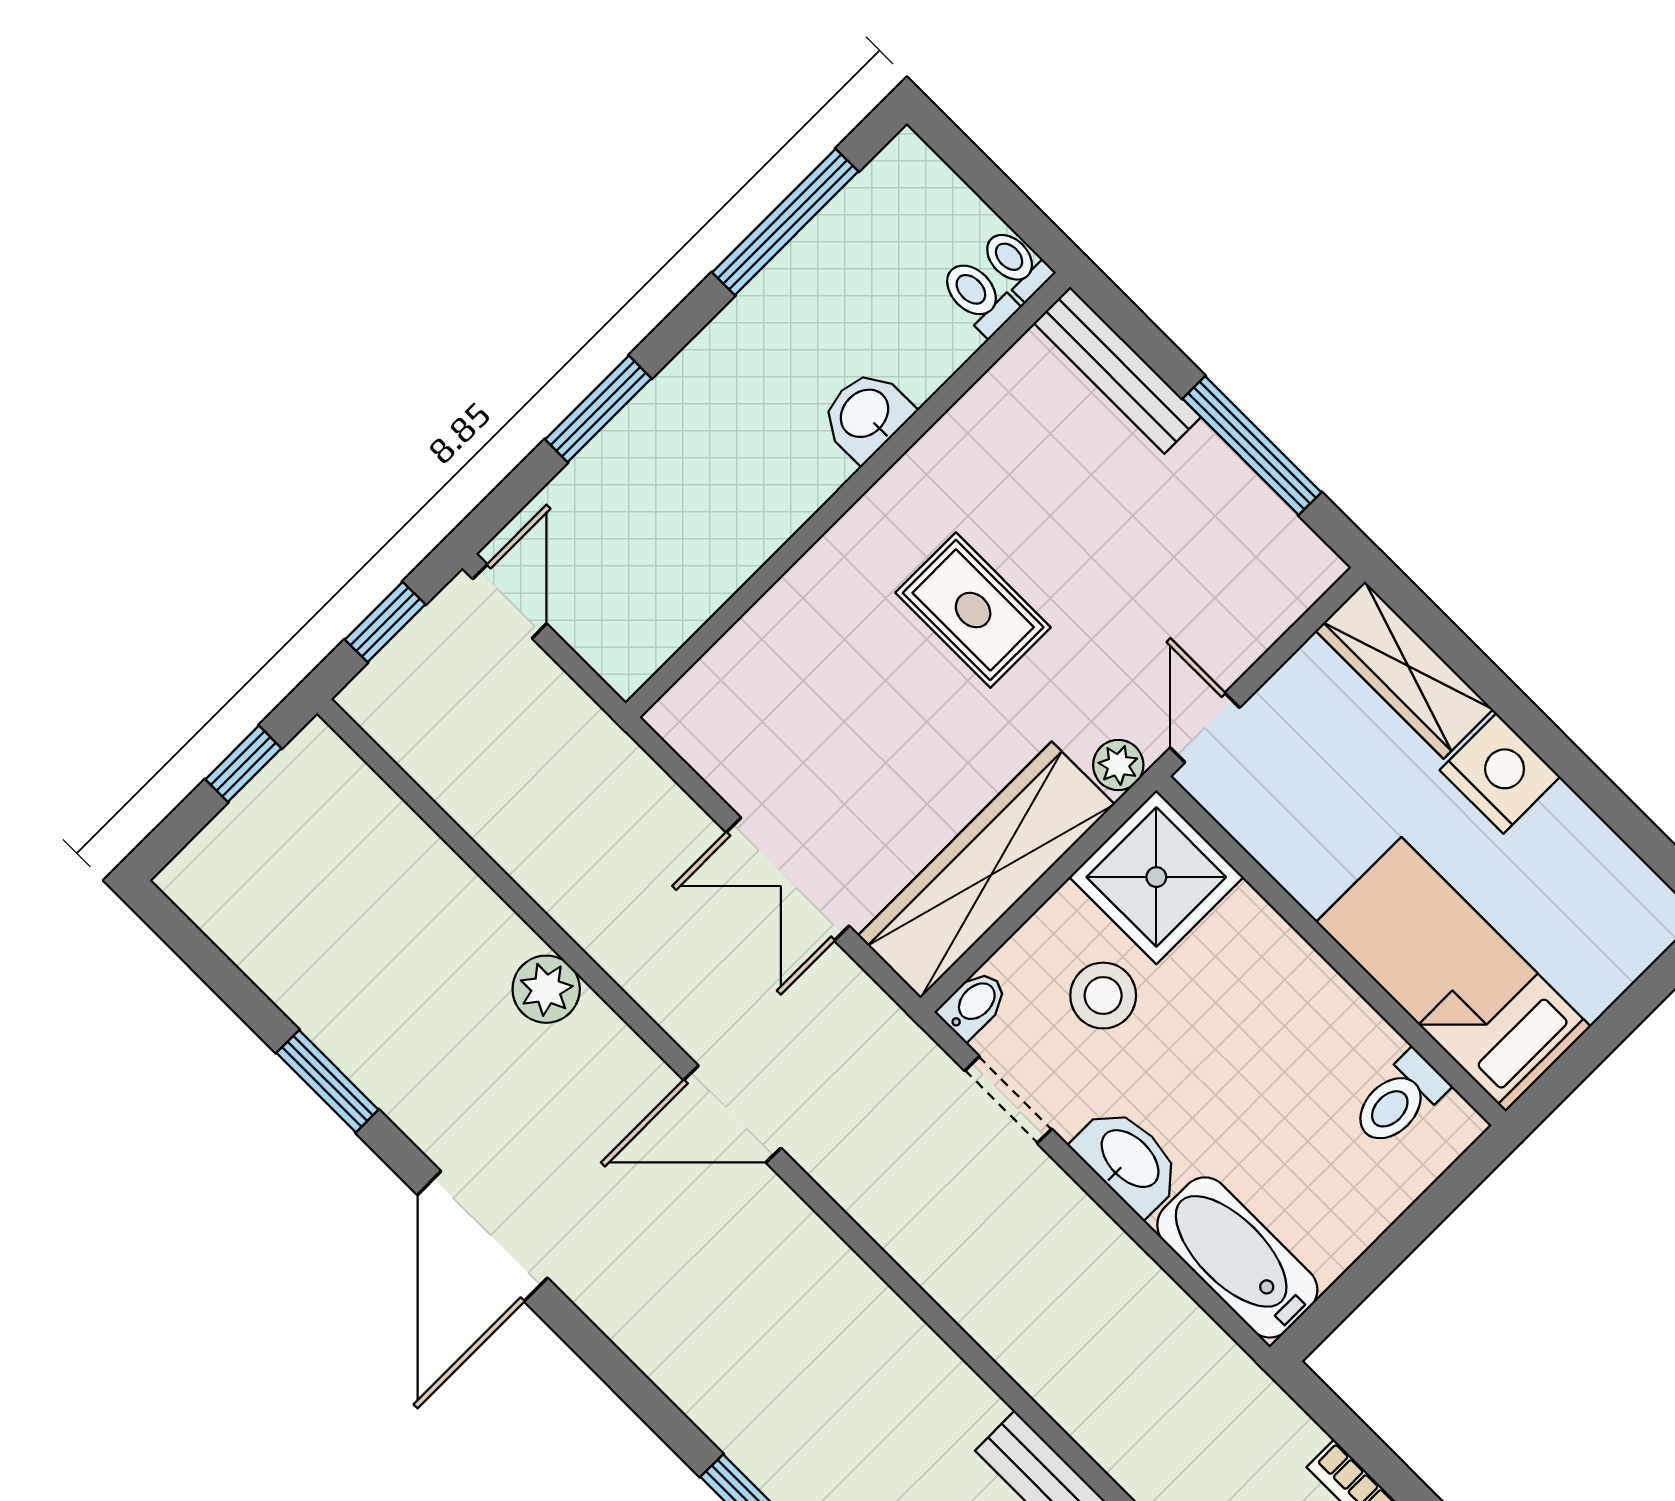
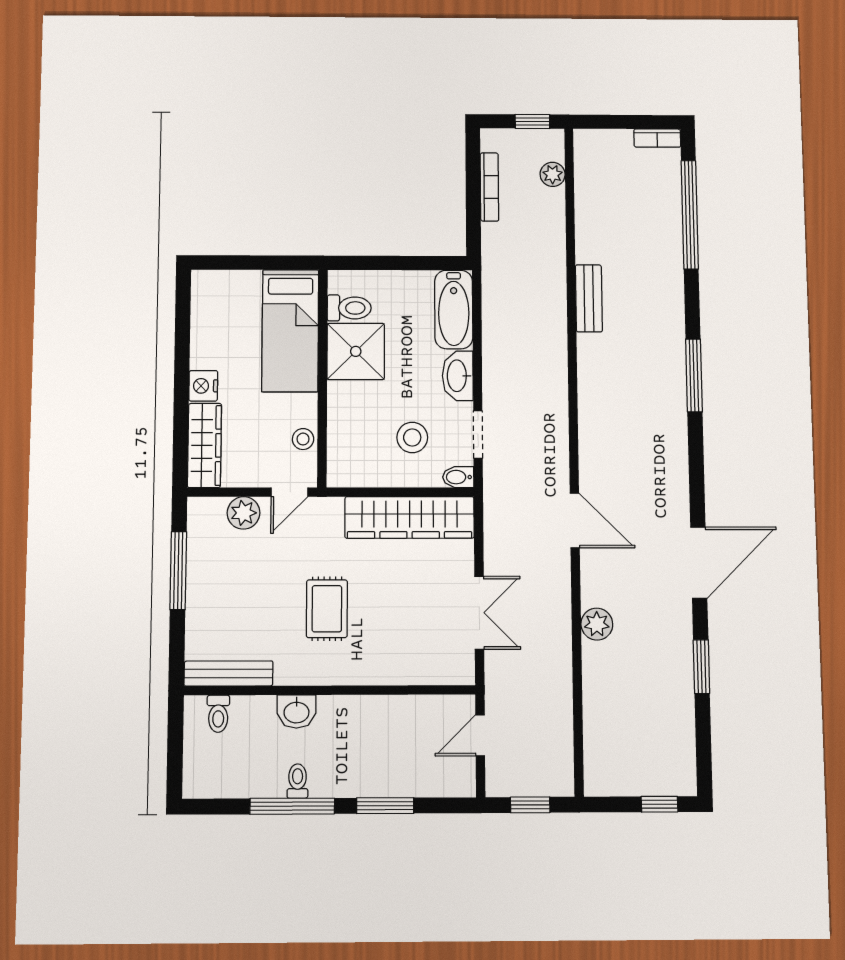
window: (785, 222) -> (292, 806), moved
toilet: (1016, 264) -> (298, 781), moved, turned 180
bench: (1117, 370) -> (229, 673), moved, turned 90
door: (510, 601) -> (480, 735), moved
window: (243, 764) -> (659, 804), moved
plant: (1118, 765) -> (244, 513), moved, width x1.38, depth x1.38
nightstand: (1500, 773) -> (203, 386), width x0.74, depth x0.75
stool: (1266, 828) -> (303, 439), added
shower: (1156, 877) -> (356, 351), moved
double door: (788, 879) -> (479, 613), moved

